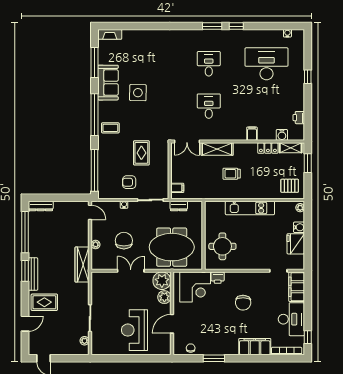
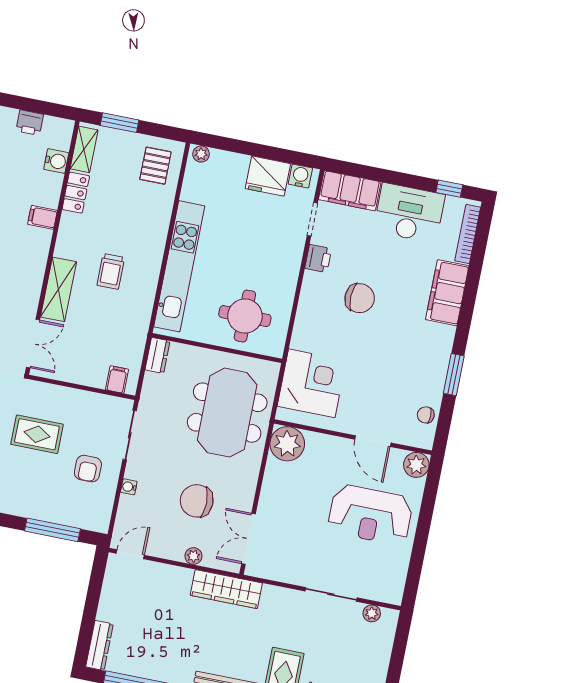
window: (95, 170) -> (52, 530), width x0.68
dresser: (179, 206) -> (157, 355), moved
kitchen unit: (250, 208) -> (179, 266), width x1.36
water cooler: (299, 227) -> (300, 176), moved
double door: (131, 271) -> (248, 539), moved
printer: (218, 278) -> (318, 258), moved
plant: (164, 297) -> (416, 465), moved

